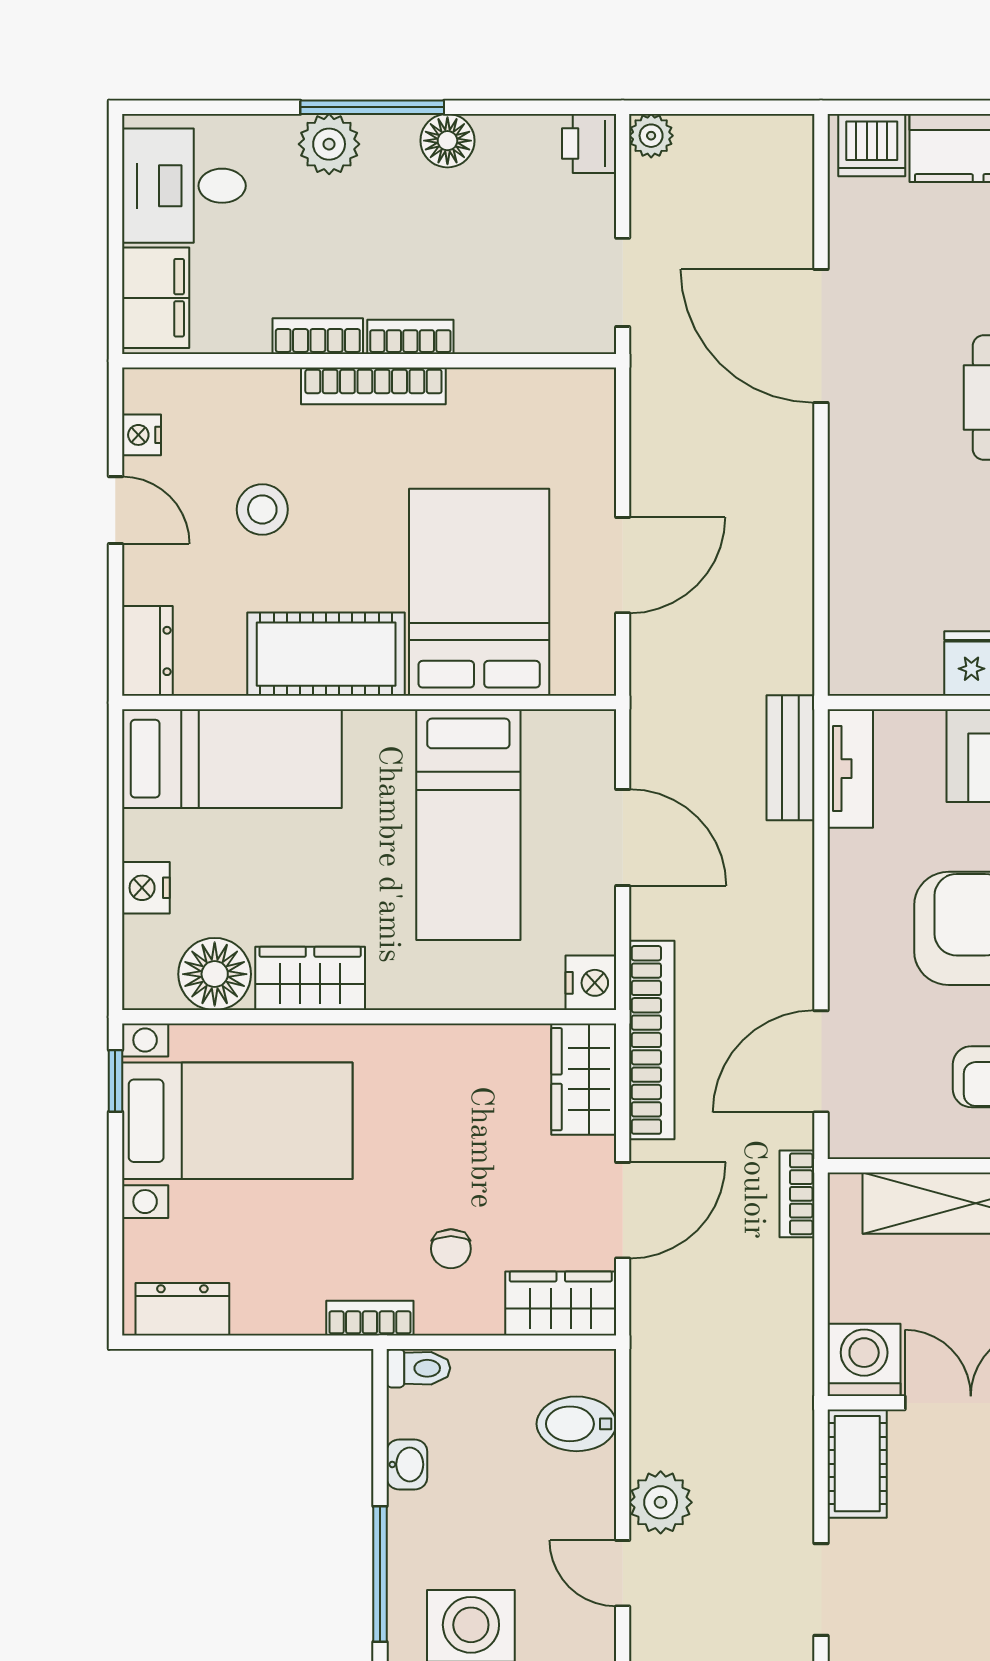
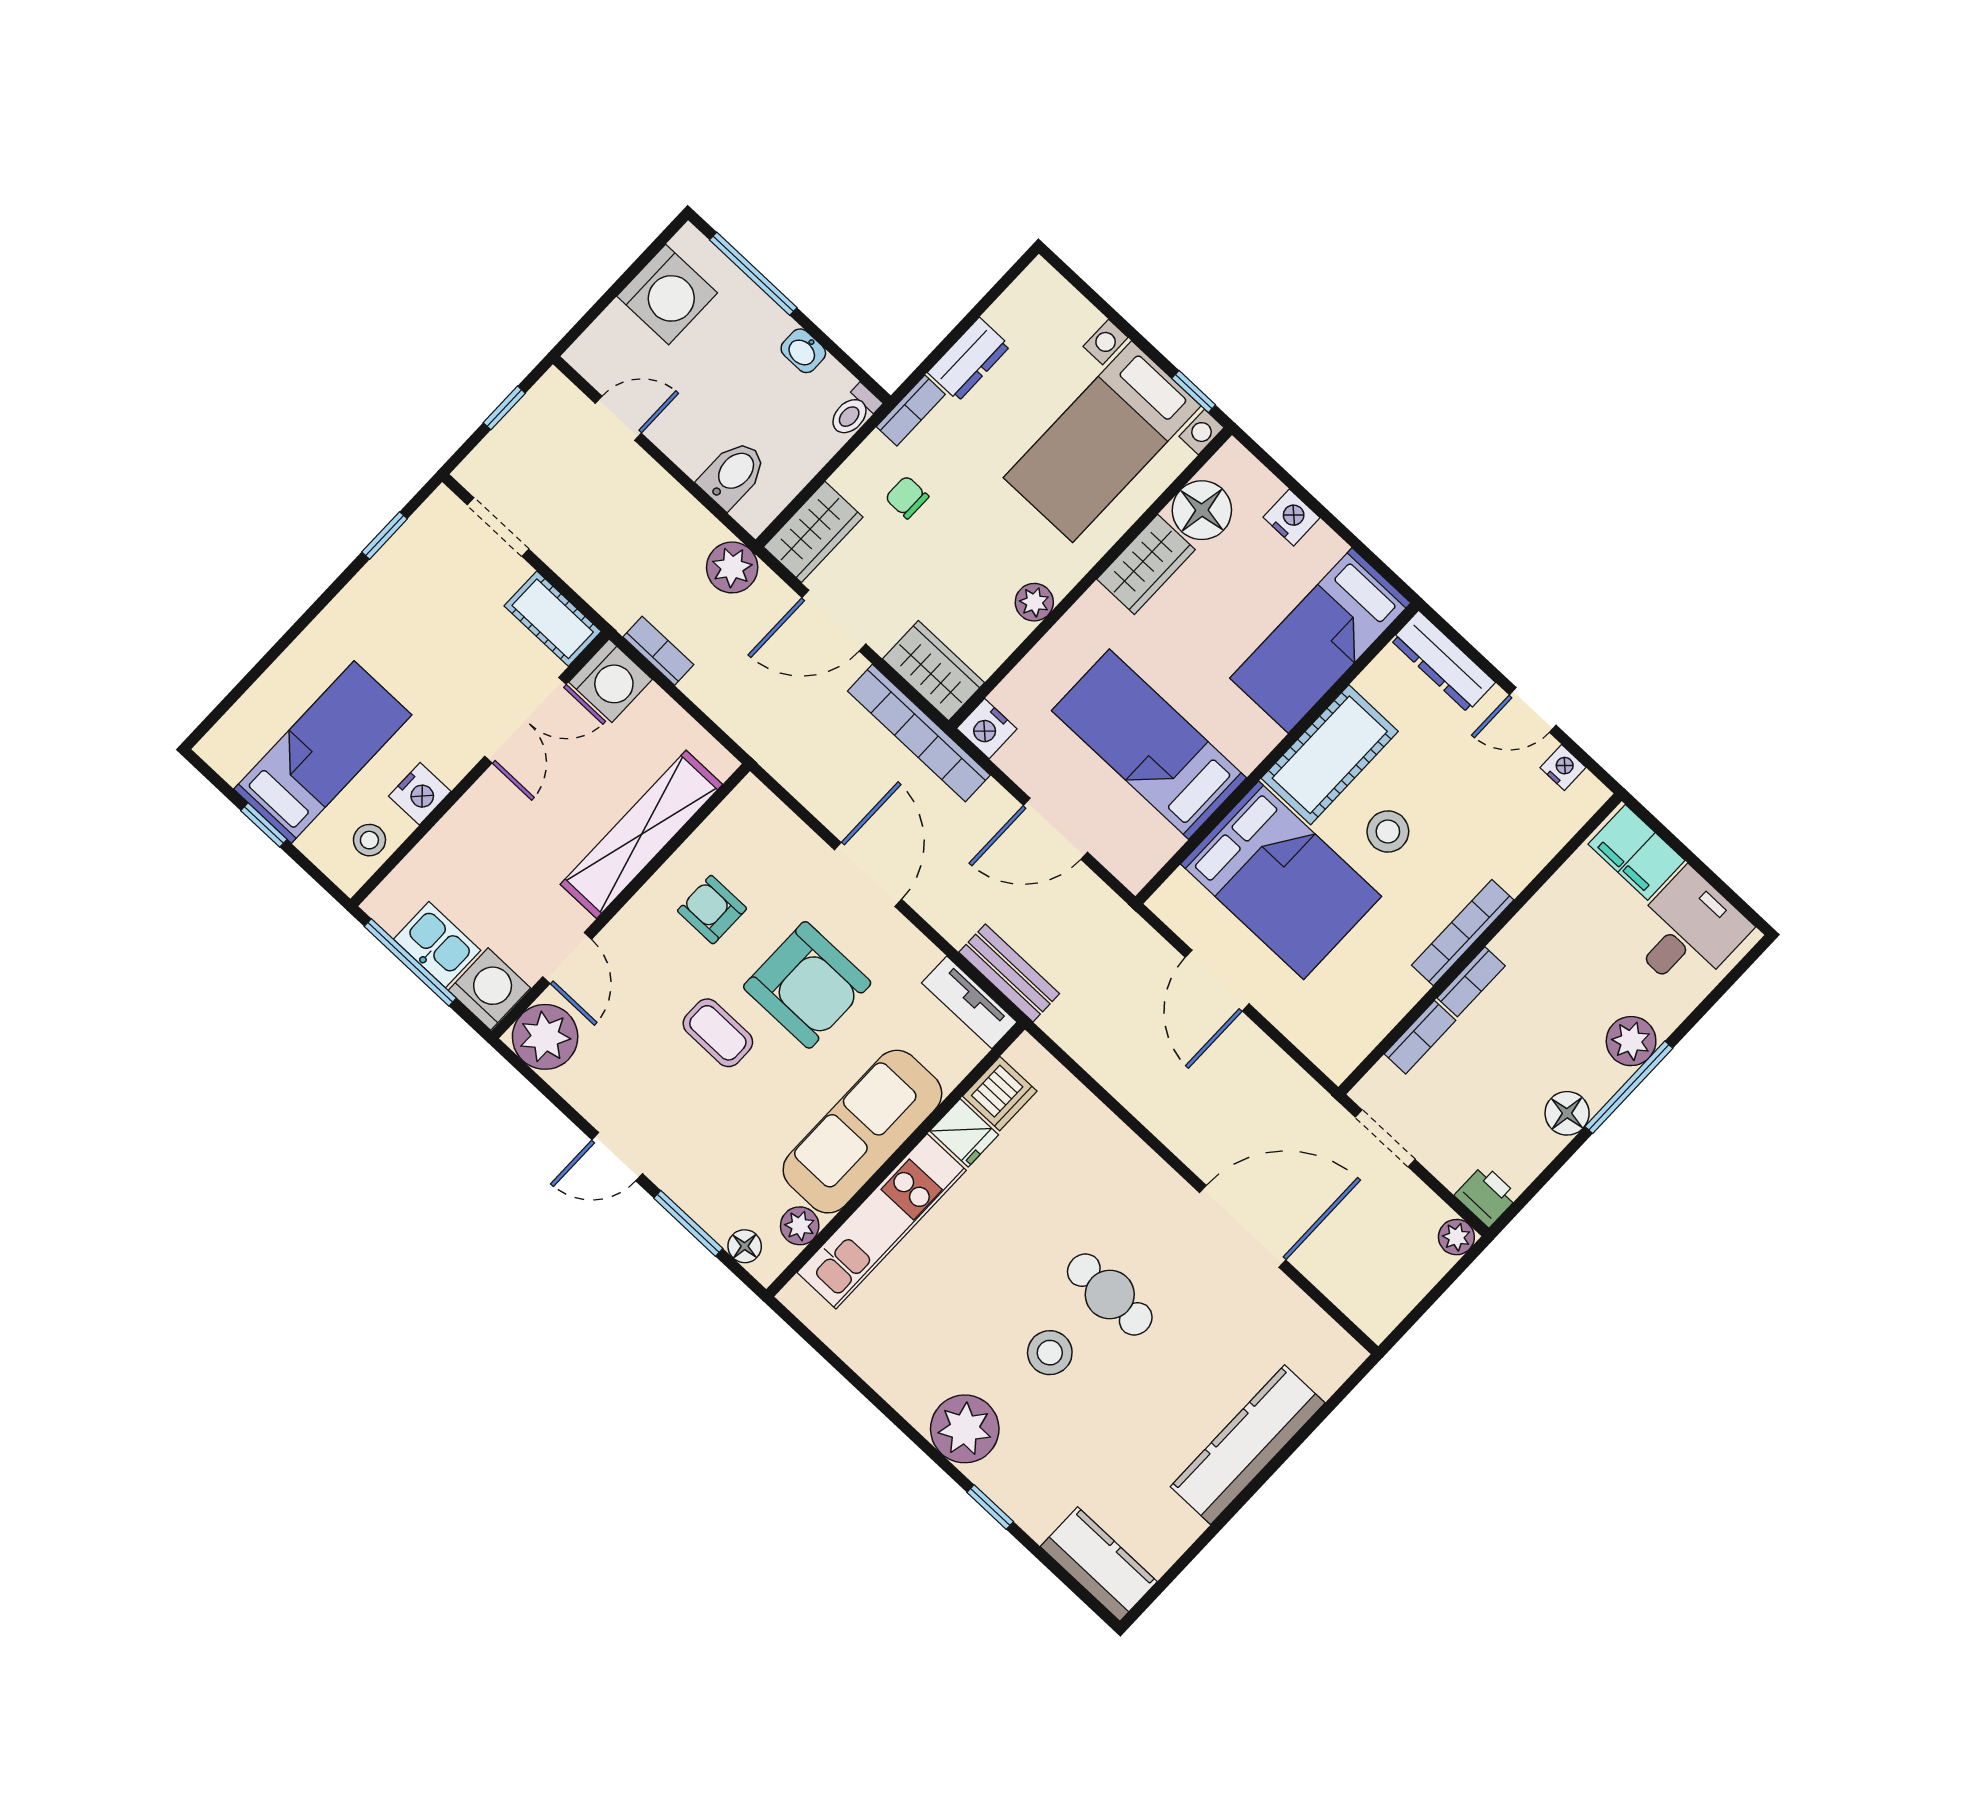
dishwasher: (872, 145) -> (1000, 1094), moved, turned 180
bookcase: (318, 336) -> (1420, 1037), moved
stool: (262, 509) -> (1388, 832), moved
dresser: (147, 651) -> (1443, 661), width x1.44
plant: (438, 1047) -> (1034, 602), added
door: (821, 1061) -> (868, 875), moved
bookcase: (797, 1194) -> (658, 651), moved
door: (623, 1210) -> (834, 621), hinge flipped
dresser: (182, 1309) -> (969, 359), moved
plant: (661, 1502) -> (732, 567), moved

